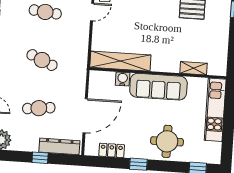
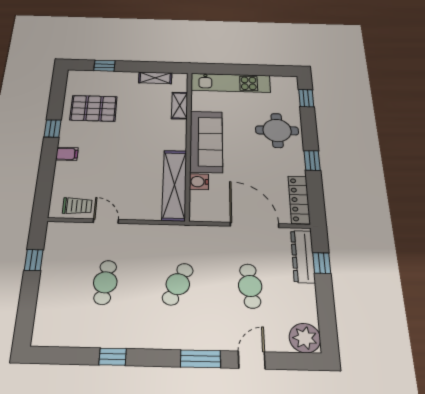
shelving: (222, 50) -> (155, 78), added
locker: (112, 150) -> (299, 200), width x1.53
window: (40, 158) -> (322, 263), moved

